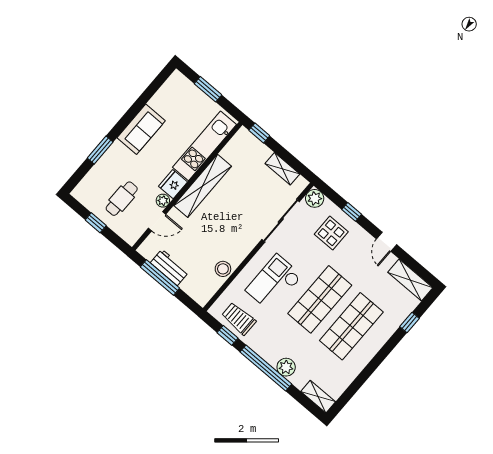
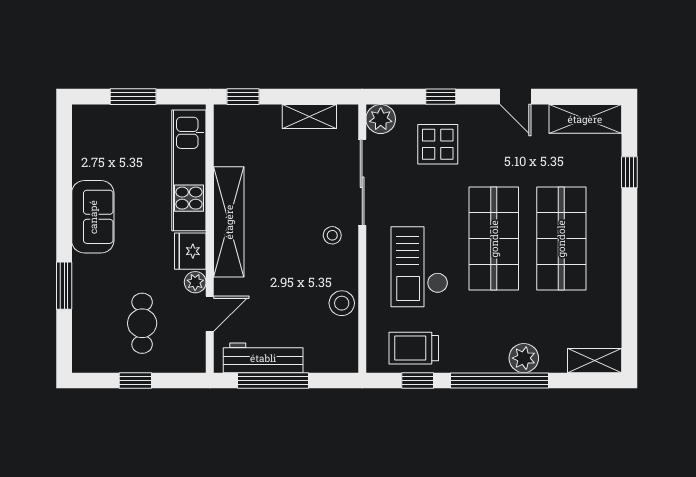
stool: (246, 233) -> (332, 235), added
workbench: (169, 267) -> (263, 358), width x1.38

